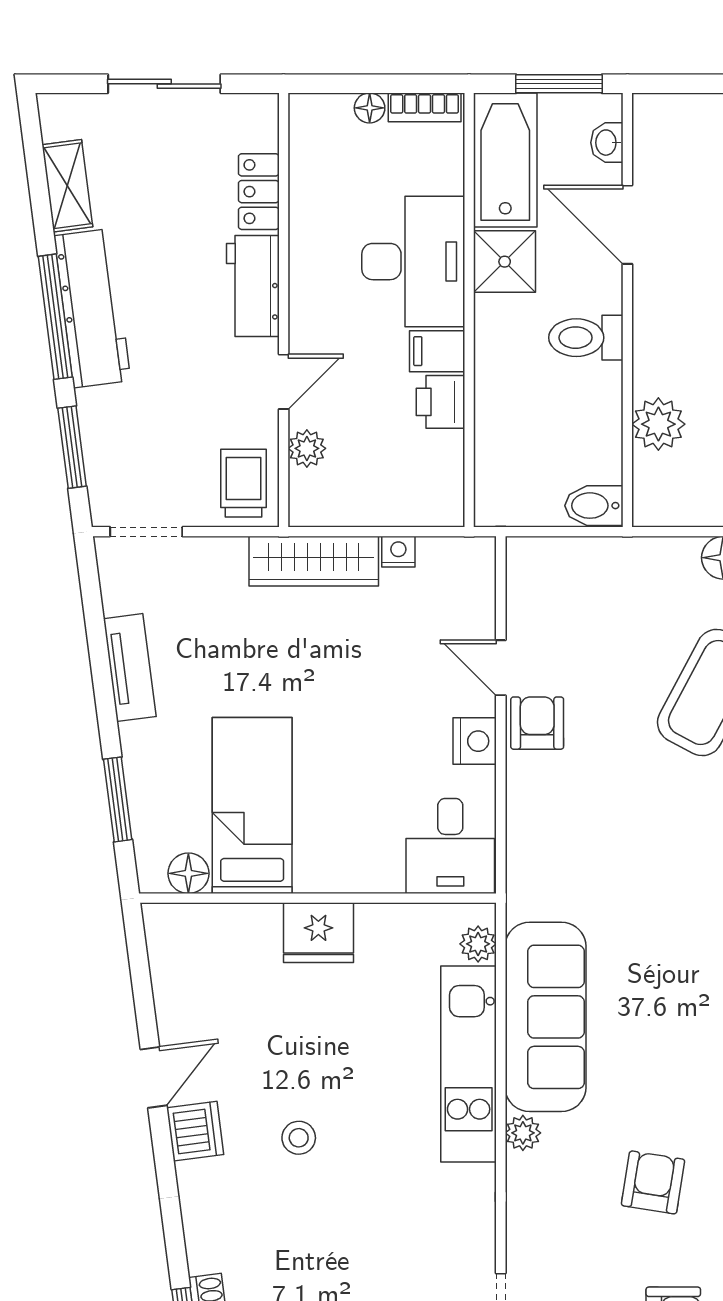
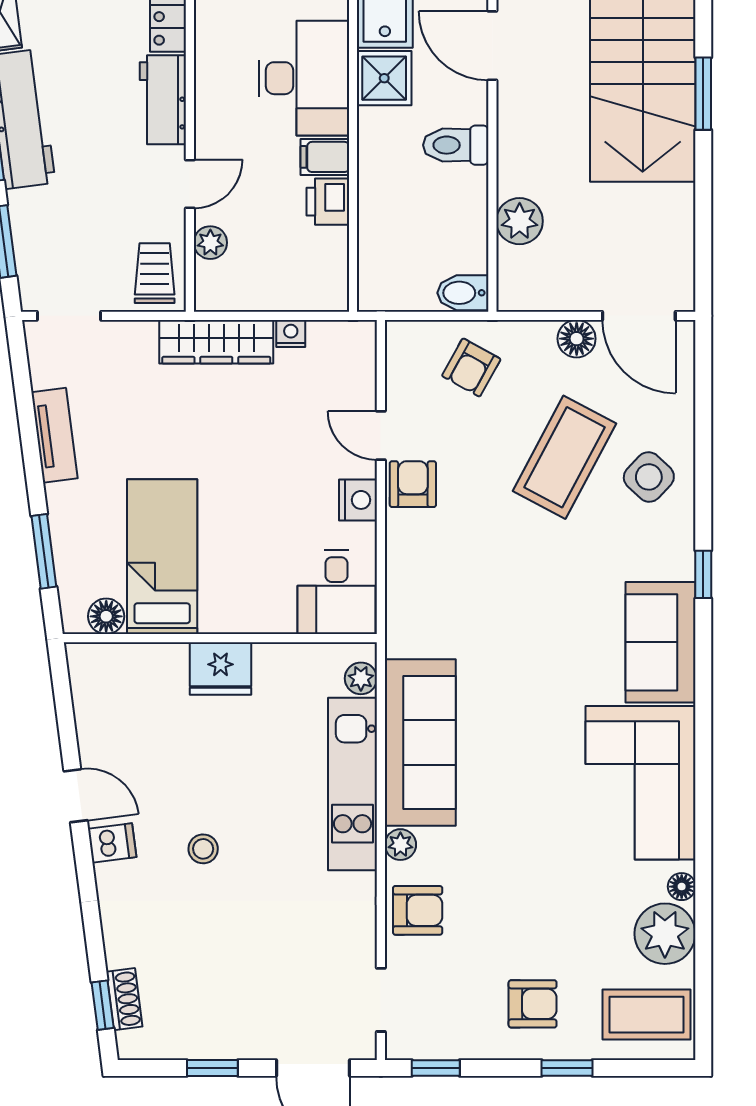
armchair: (604, 590) -> (471, 367), added
door: (154, 1077) -> (76, 796), hinge flipped
dishwasher: (195, 1131) -> (112, 843), width x0.73
armchair: (653, 1182) -> (418, 910), moved, turned 81

